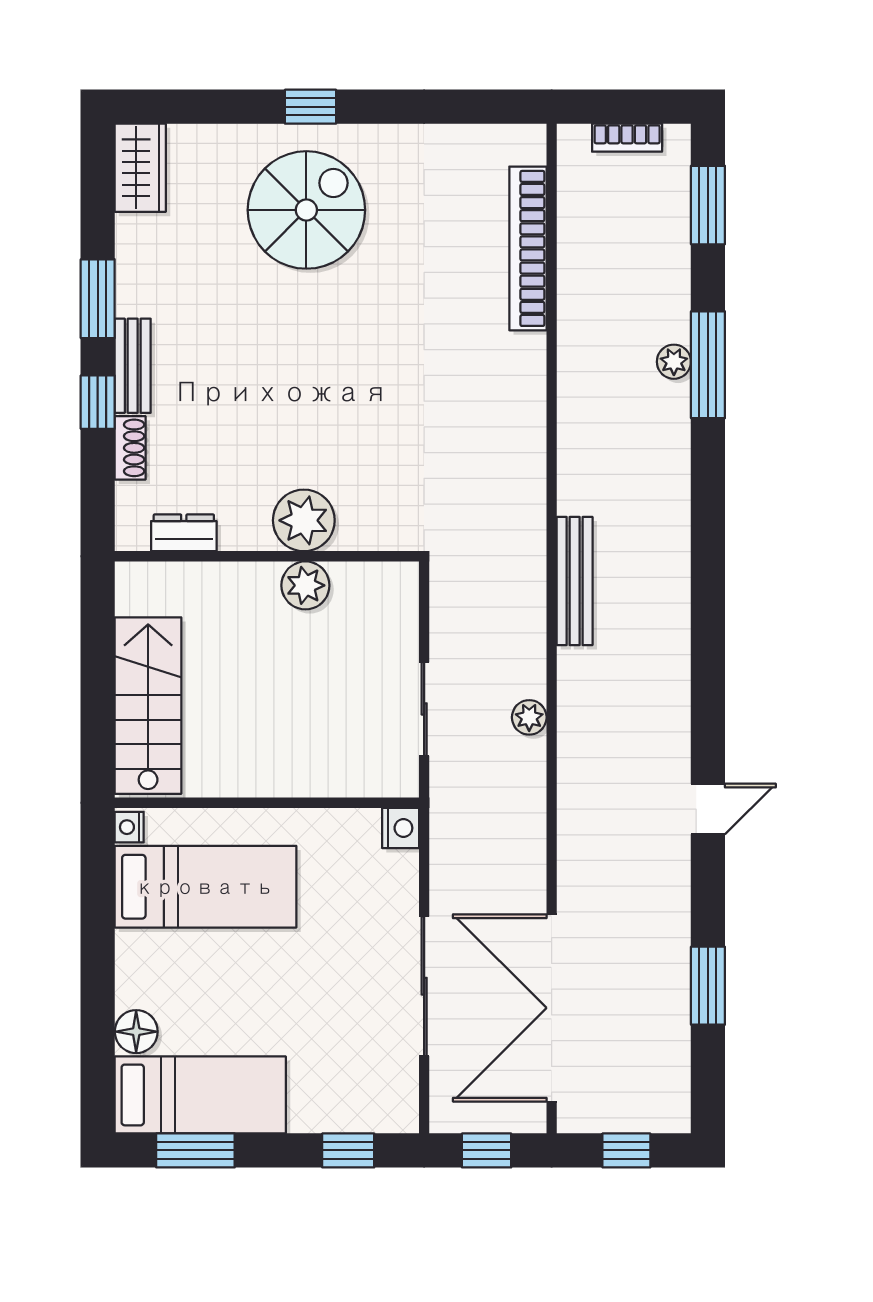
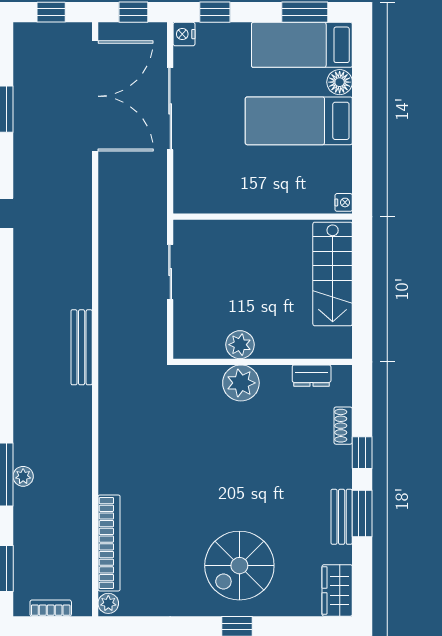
bench: (133, 366) -> (342, 517), moved
plant: (529, 717) -> (108, 603), moved
nightstand: (401, 828) -> (184, 34), moved
bed: (205, 887) -> (299, 121), moved

